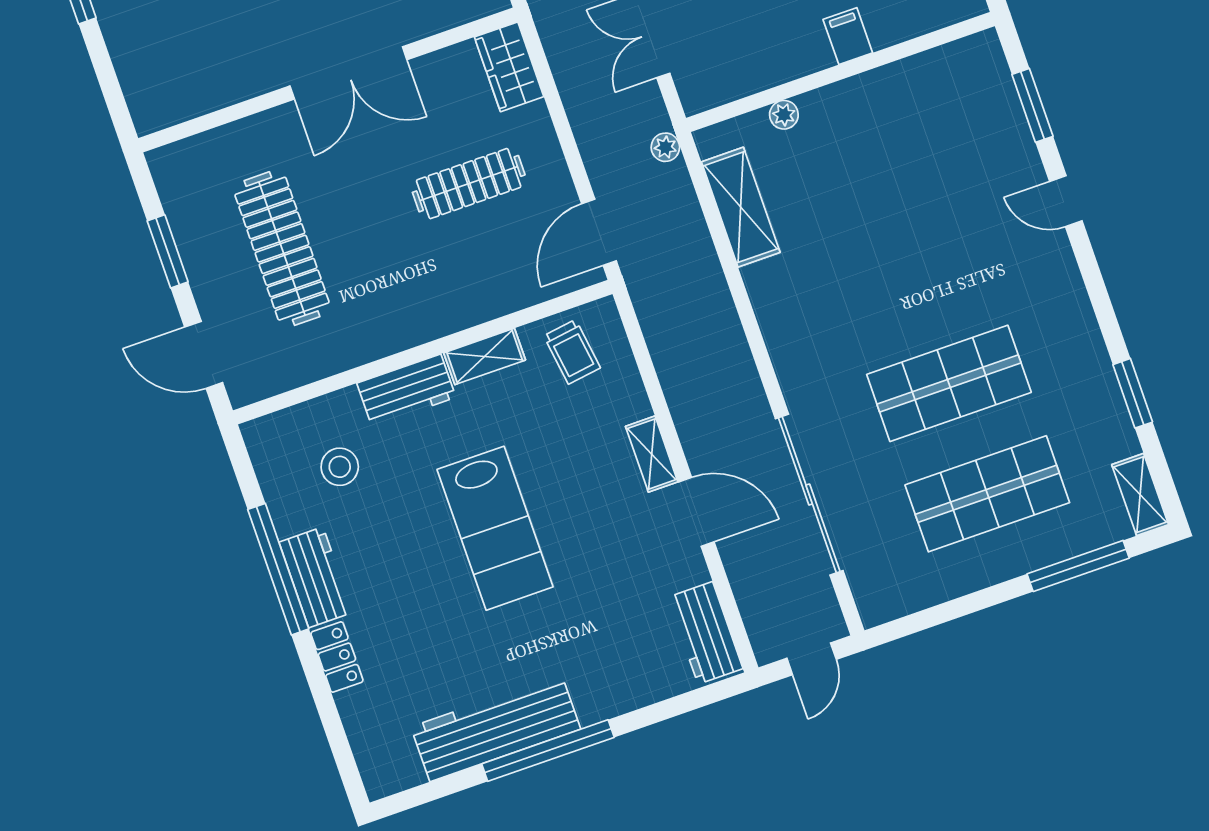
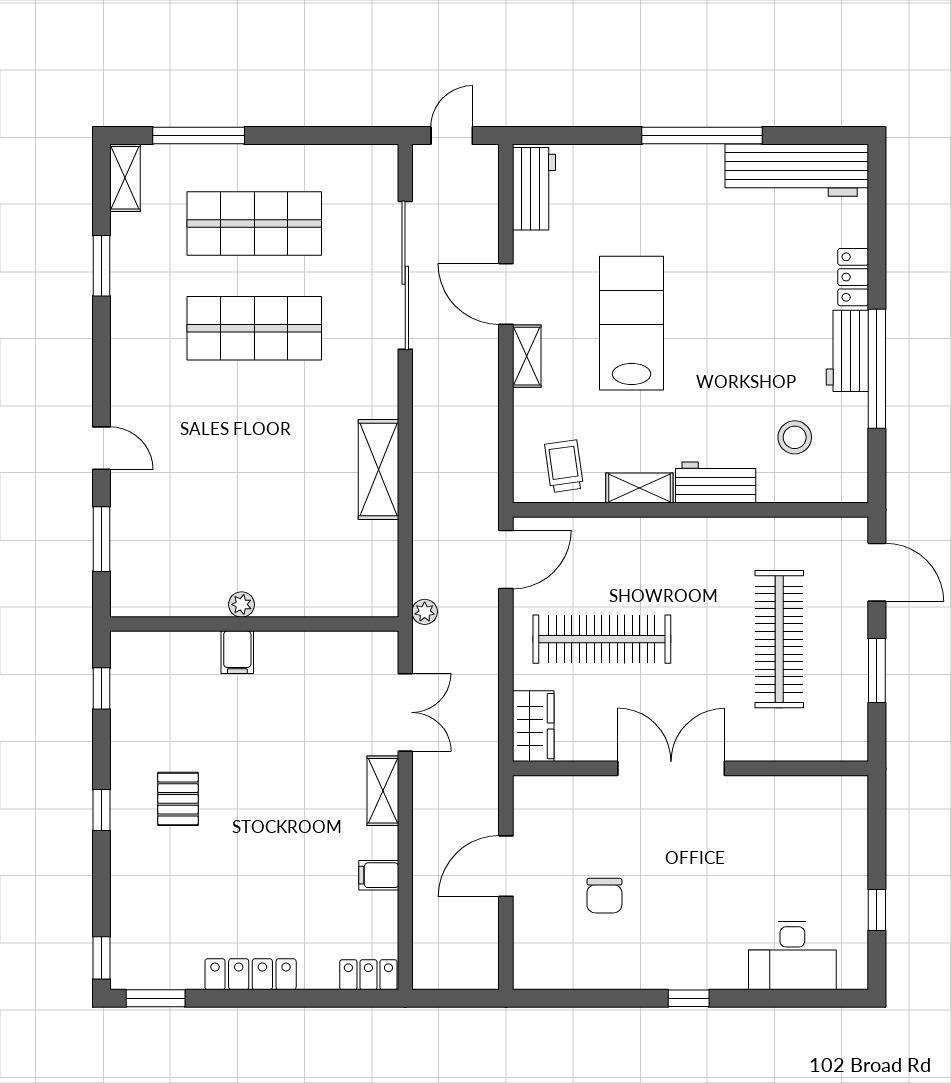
plant: (784, 115) -> (242, 604), moved
clothes rail: (469, 184) -> (602, 639), width x1.37, depth x1.31
shelving: (741, 207) -> (378, 470), moved
lab bench: (495, 528) -> (632, 323), moved
workbench: (496, 728) -> (797, 170), moved

